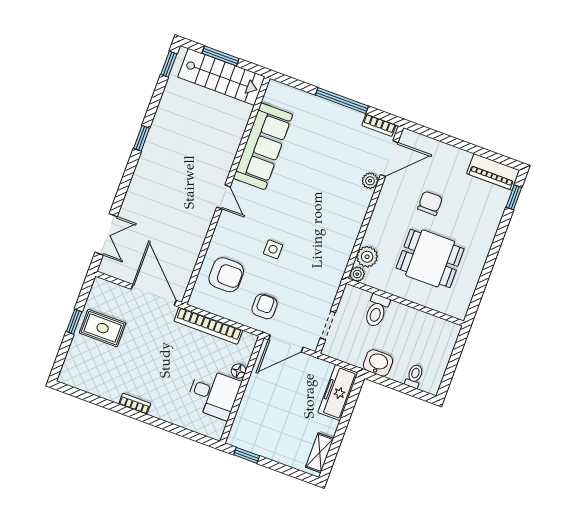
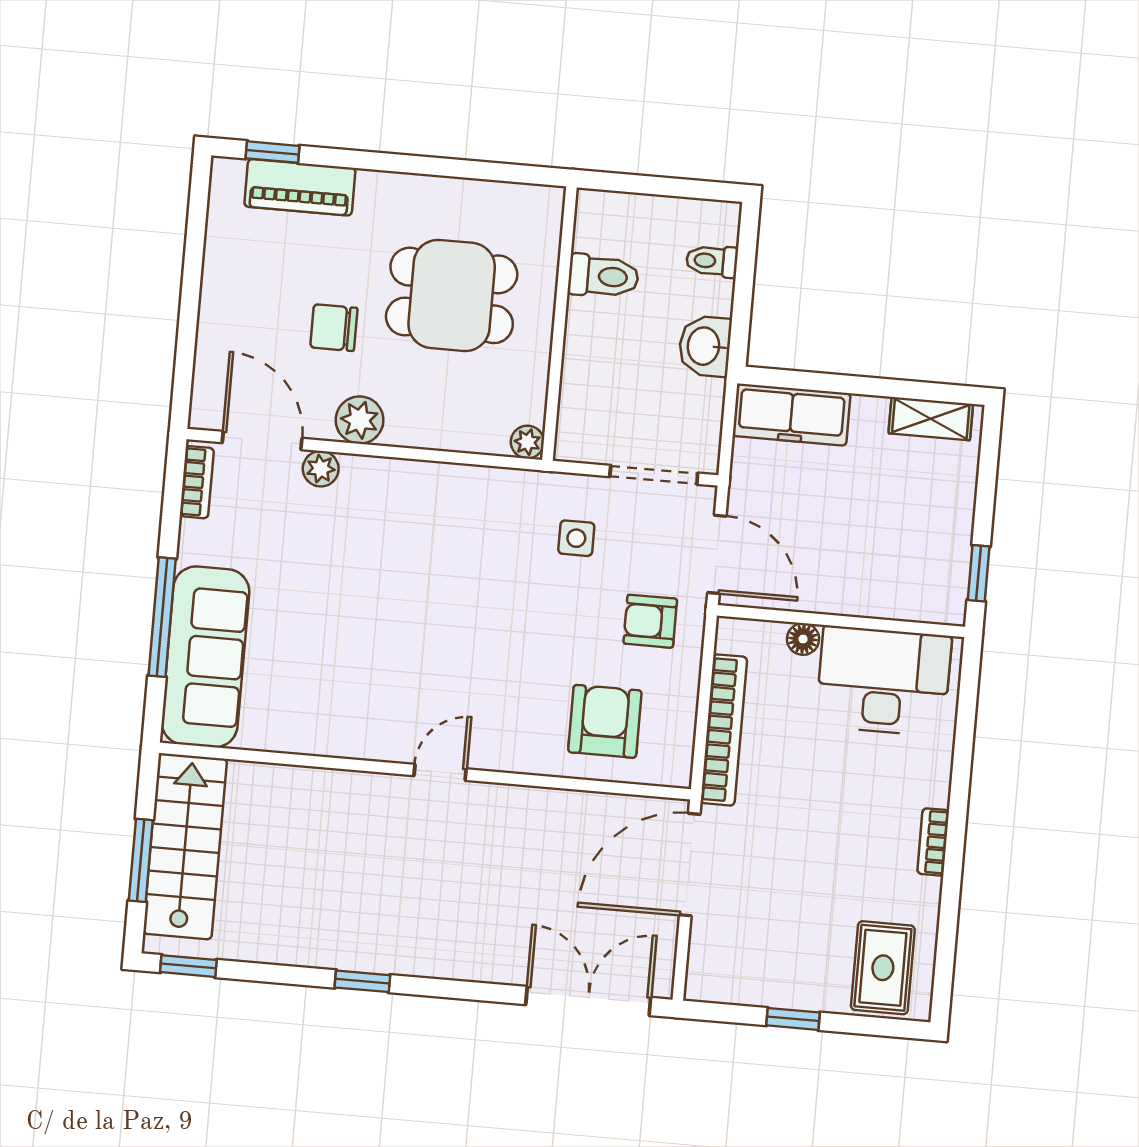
window: (342, 101) -> (162, 617), moved
sofa: (263, 146) -> (205, 657), moved, turned 90
piano: (493, 172) -> (300, 187), moved, turned 90
double door: (106, 234) -> (588, 1001), width x1.37
side table: (273, 249) -> (576, 538), moved
plant: (367, 257) -> (360, 420), moved
dining table: (430, 258) -> (452, 295), turned 90
toilet: (377, 311) -> (603, 276), moved
doorway: (328, 325) -> (654, 475), width x1.38
rug: (103, 328) -> (883, 968), moved
desk: (214, 394) -> (884, 681), width x1.37

